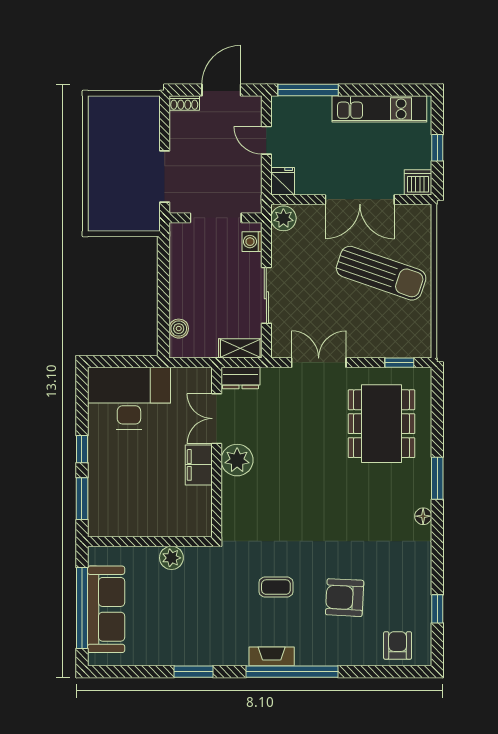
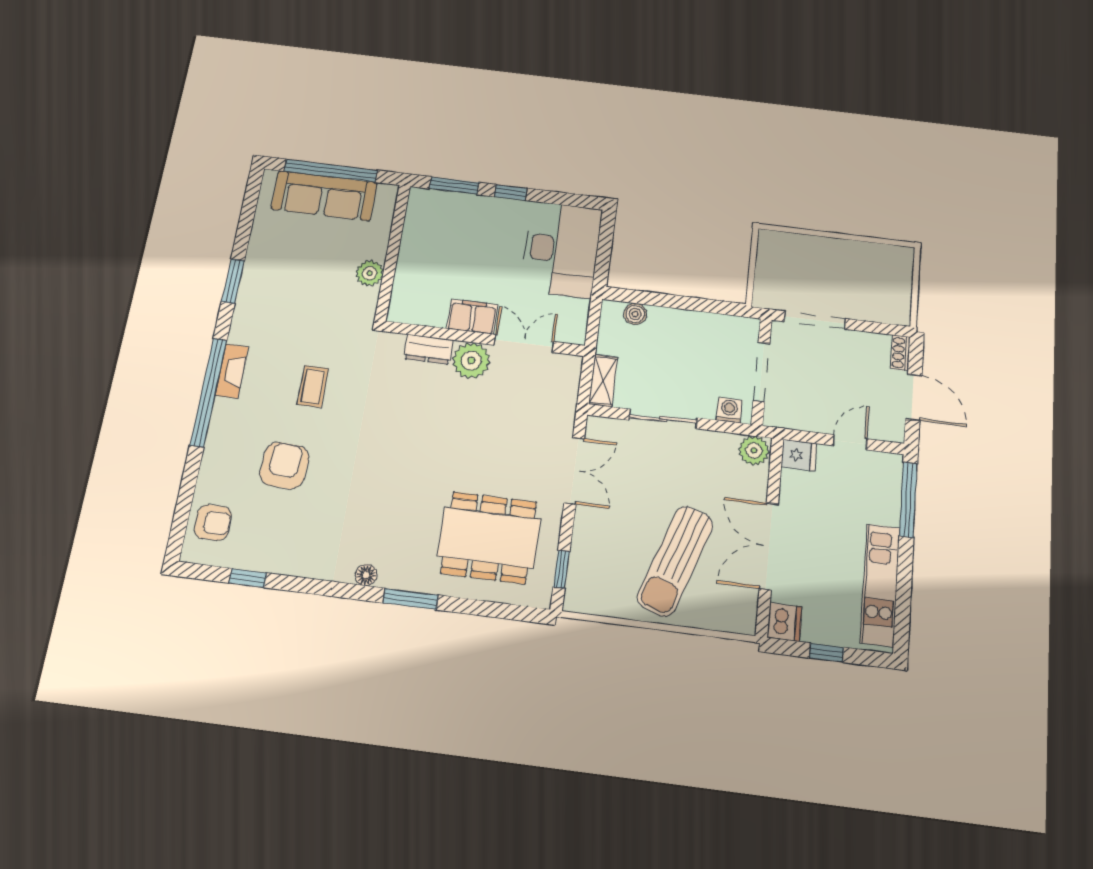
dresser: (241, 378) -> (428, 349), moved, turned -90

